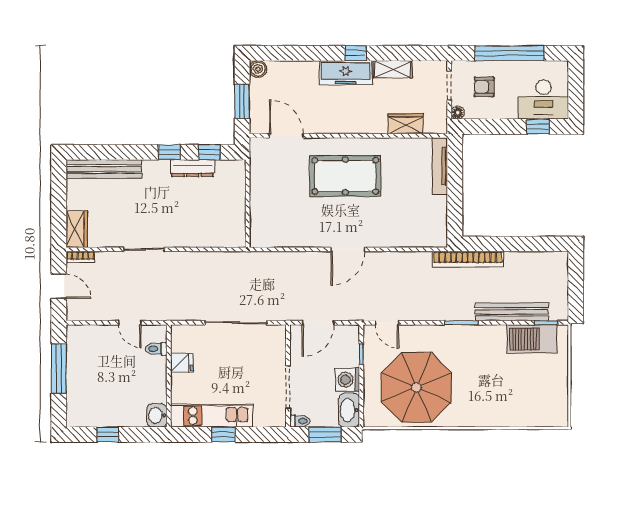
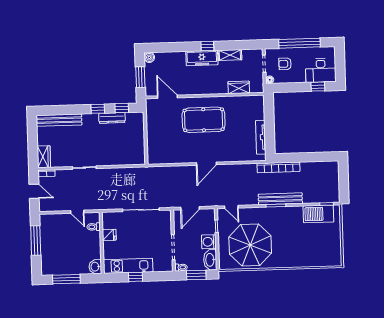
tv unit: (440, 166) -> (261, 137), moved
bench: (512, 312) -> (280, 199), moved
window: (108, 435) -> (66, 279), width x2.17

